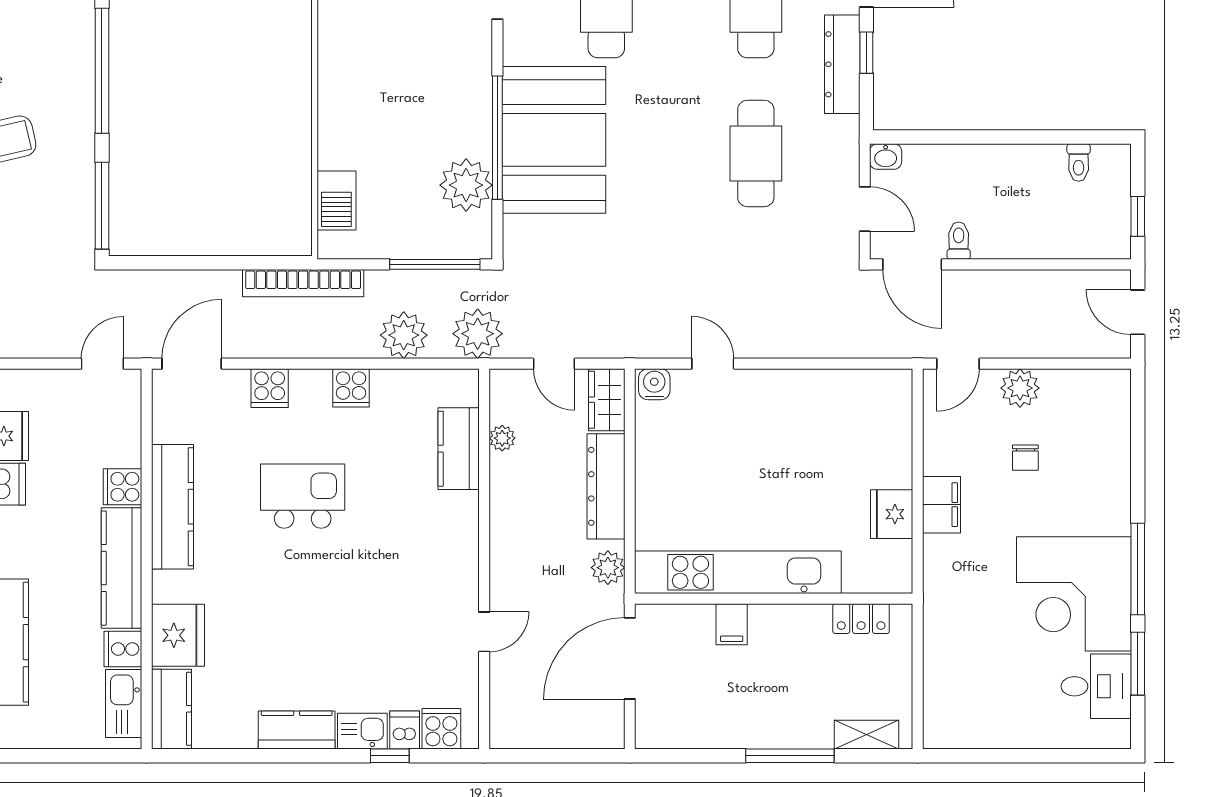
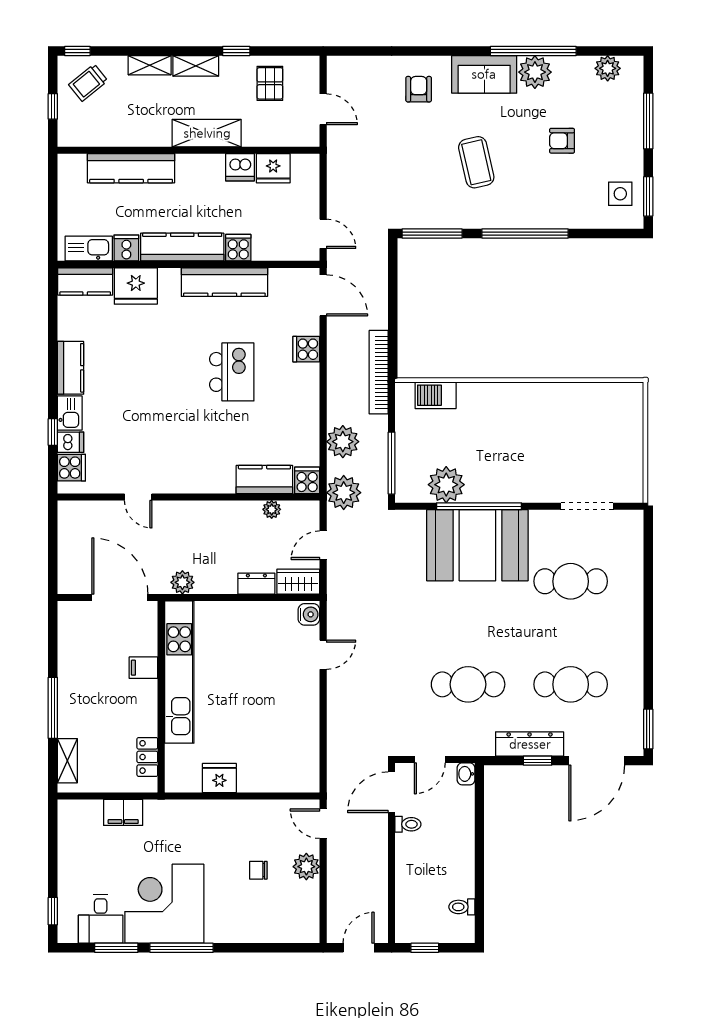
cooker: (351, 388) -> (307, 480), moved, turned 90
dresser: (606, 486) -> (256, 584), width x0.51, depth x0.80
filing cabinet: (942, 505) -> (123, 812), moved
window: (1085, 756) -> (53, 911), added

